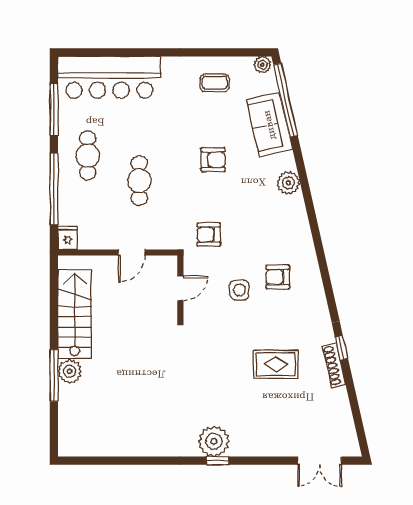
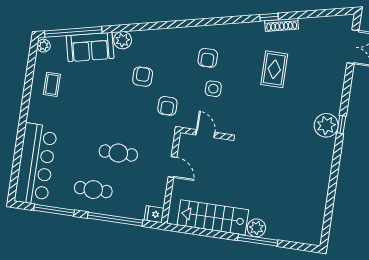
armchair: (213, 160) -> (143, 77), moved
plant: (288, 183) -> (123, 40), moved

